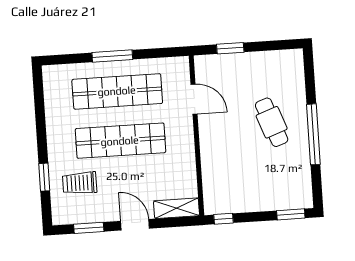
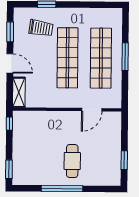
window: (230, 48) -> (124, 160), moved
cafe table: (272, 122) -> (72, 161), turned -70
trolley: (80, 183) -> (41, 28), turned 99
door: (135, 225) -> (10, 63), hinge flipped

